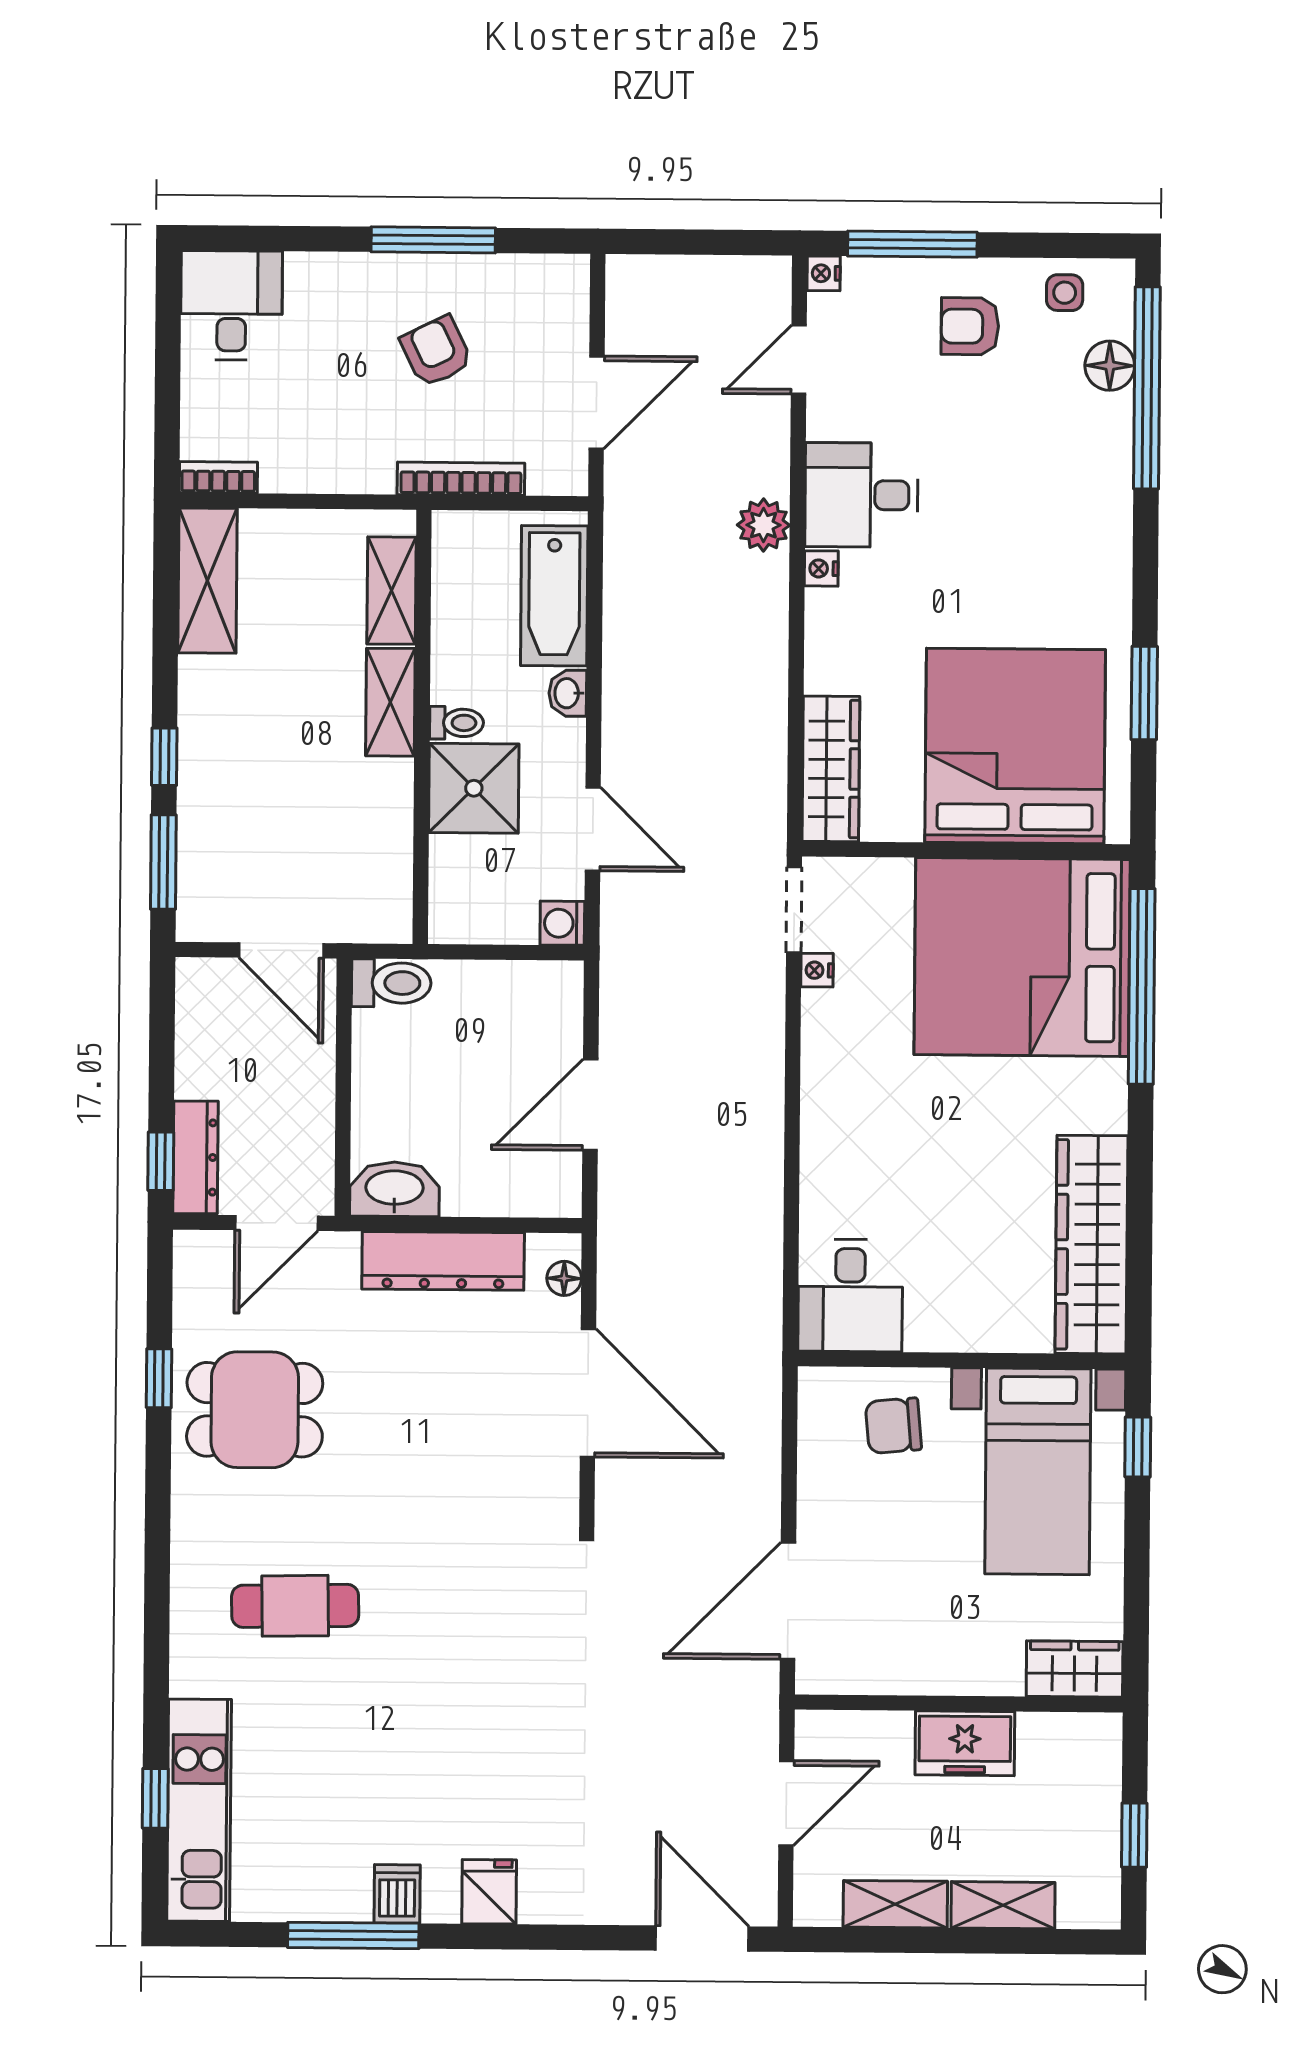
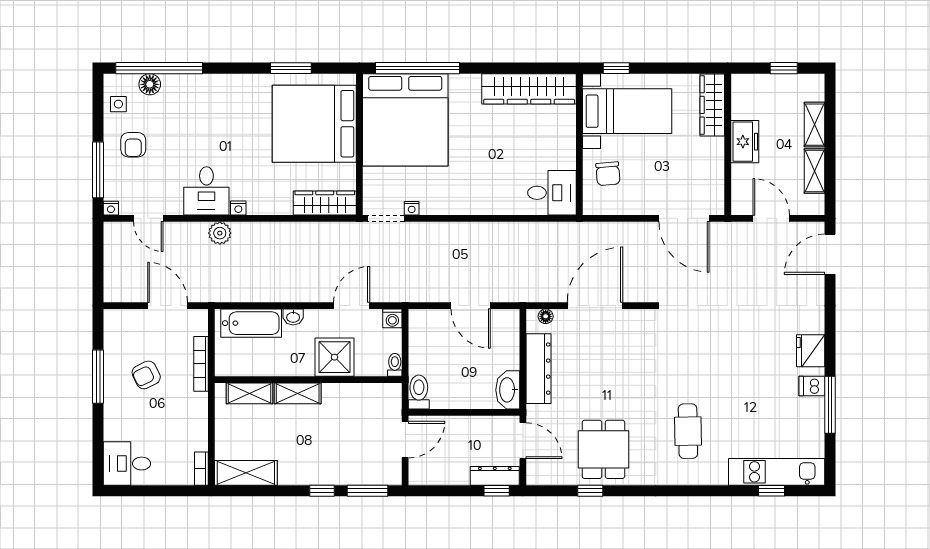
toilet: (456, 723) -> (395, 365), moved
wardrobe: (1075, 1669) -> (712, 105), width x1.50
fridge: (489, 1892) -> (811, 351), width x1.38

